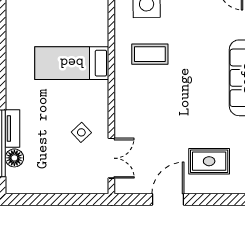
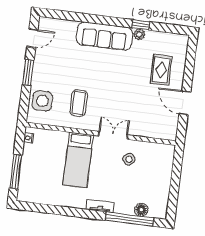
tv unit: (13, 128) -> (100, 206), moved
double door: (111, 158) -> (113, 135), moved

